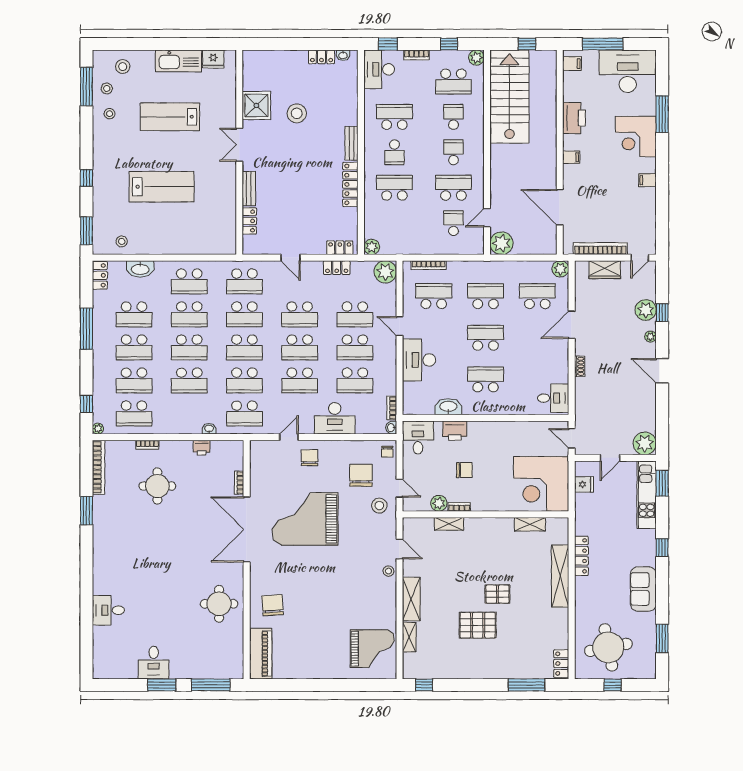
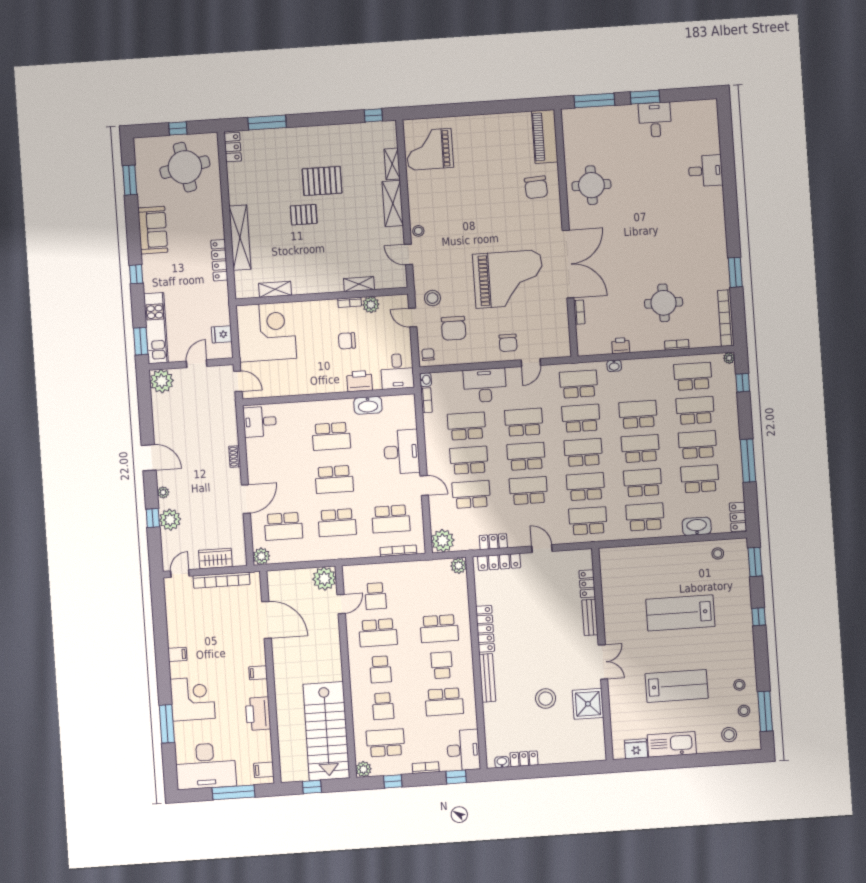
bench: (351, 143) -> (487, 678), width x1.36
locker: (340, 248) -> (499, 562), width x1.53

